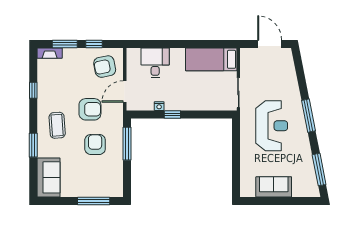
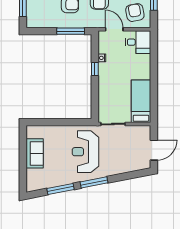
desk: (155, 63) -> (138, 42), moved
reception desk: (272, 126) -> (86, 152), turned 90
window: (319, 170) -> (61, 189), moved

